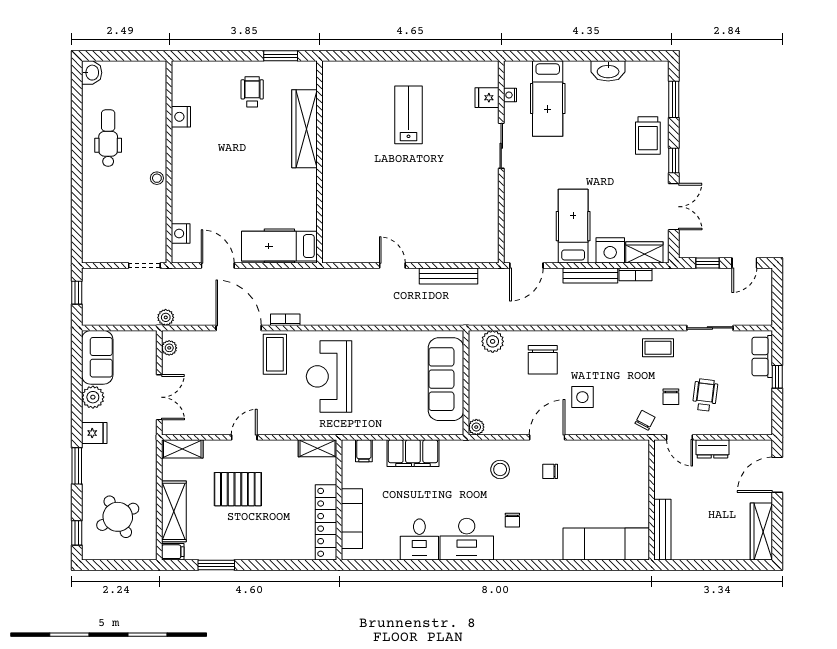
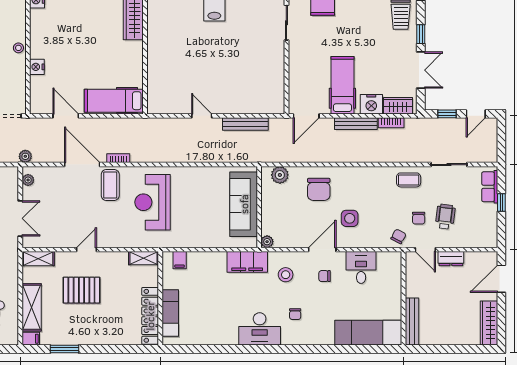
nightstand: (181, 233) -> (37, 67), moved
filing cabinet: (413, 453) -> (247, 262), moved
desk: (419, 539) -> (361, 268), moved, turned 180

